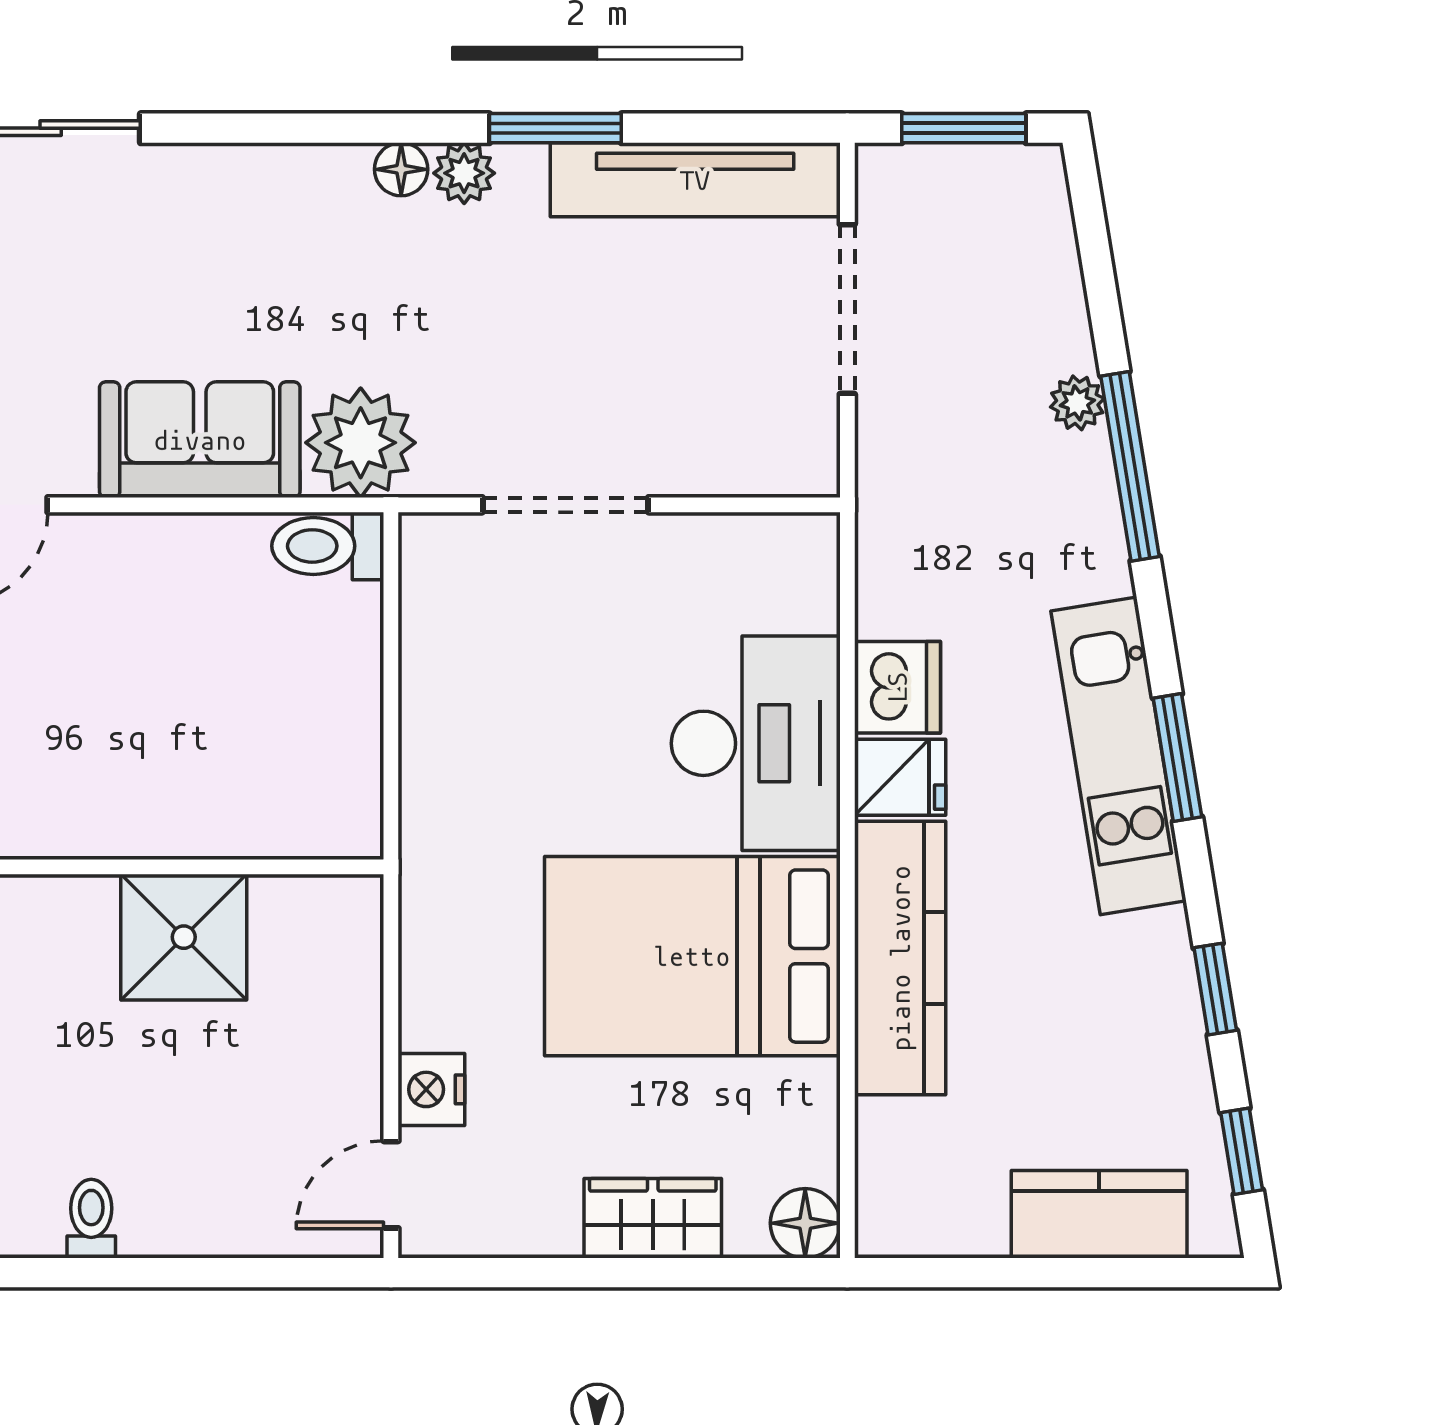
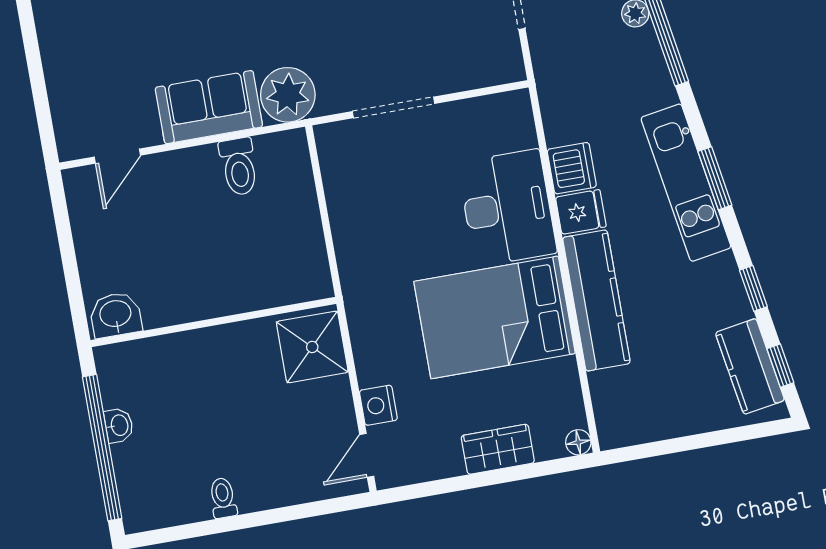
toilet: (328, 546) -> (239, 167), moved, turned -90
shower: (184, 937) -> (312, 347), moved
kitchen counter: (1099, 1214) -> (750, 366), moved, turned -99
floor lamp: (805, 1223) -> (578, 442), width x0.73, depth x0.73

